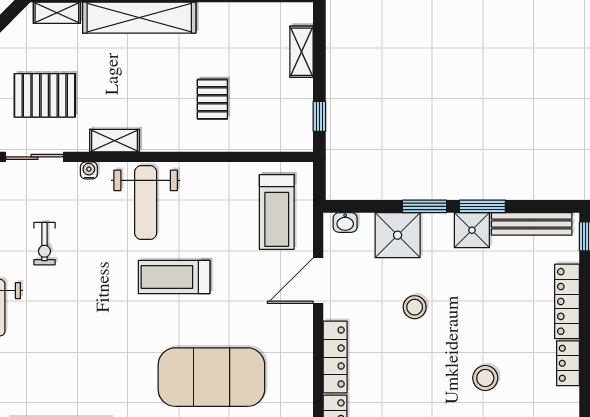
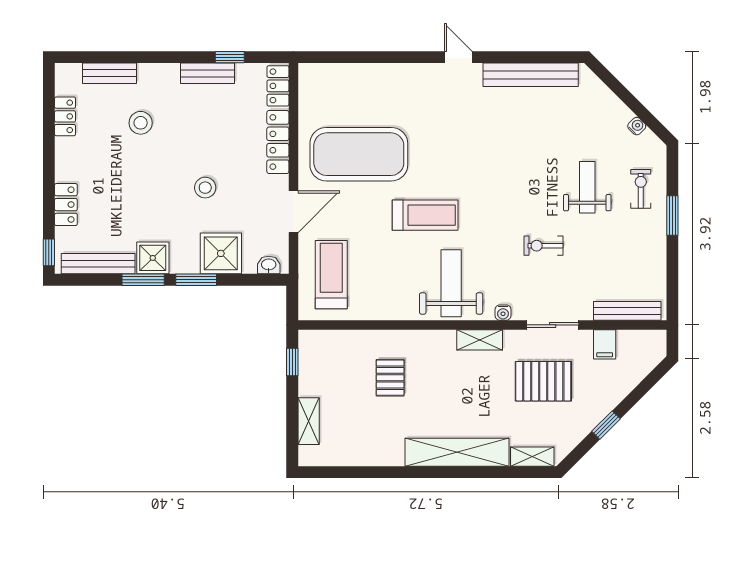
exercise bike: (44, 244) -> (544, 246), turned -90
locker: (567, 301) -> (66, 205), width x0.66
locker: (568, 363) -> (65, 116), moved
exercise mat: (211, 377) -> (359, 154), moved

